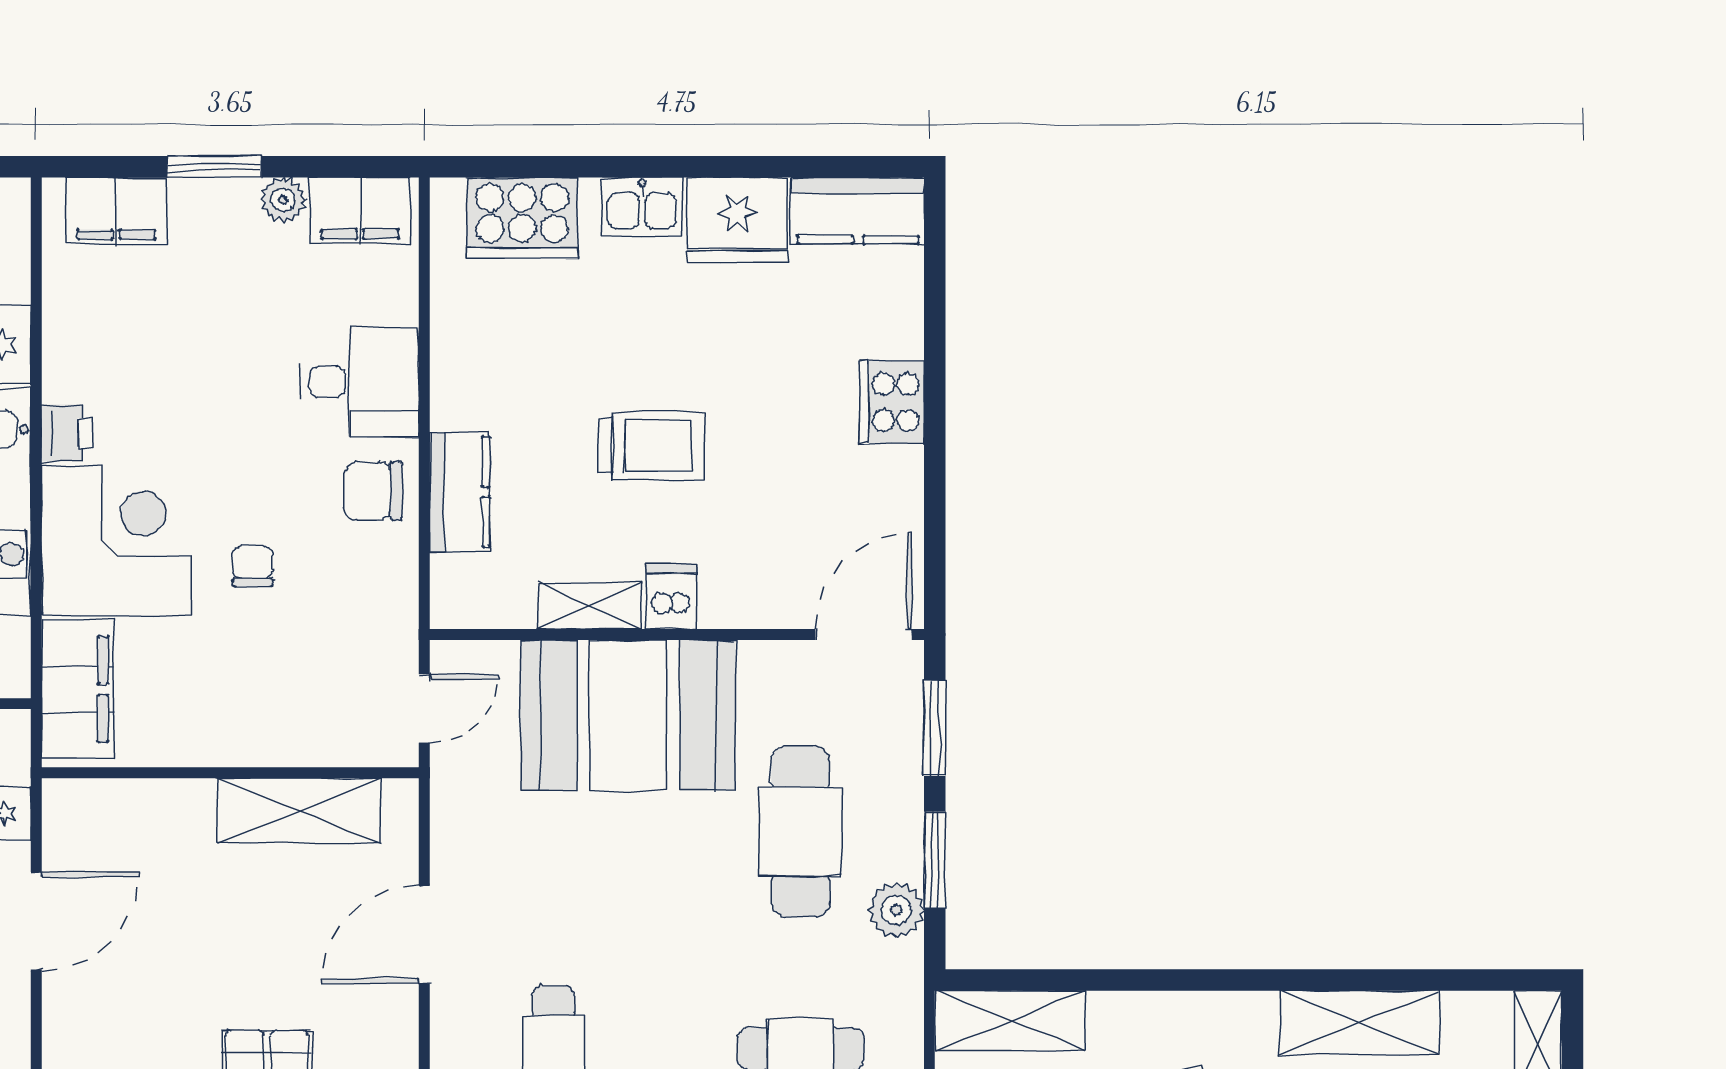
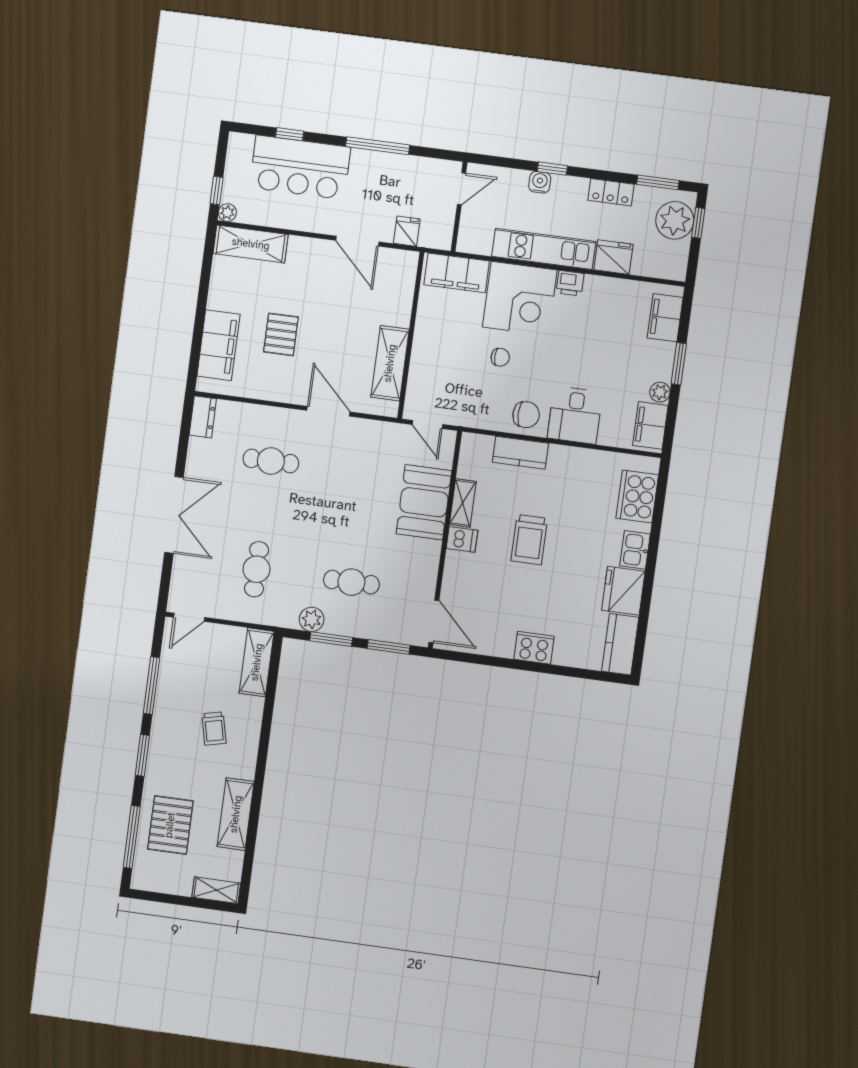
chair: (373, 491) -> (526, 415), turned 90
booth: (628, 715) -> (424, 502), width x0.73, depth x0.70
cafe table: (800, 831) -> (351, 582), width x0.73, depth x0.74

